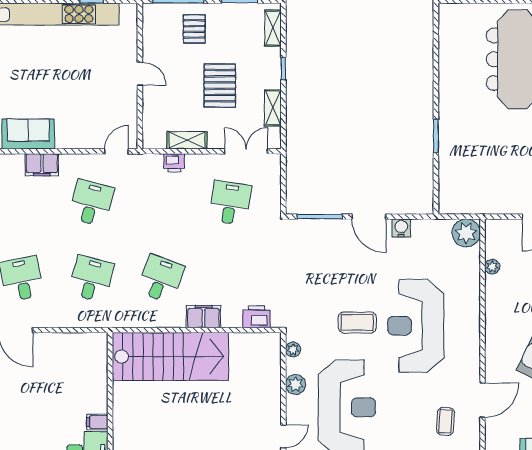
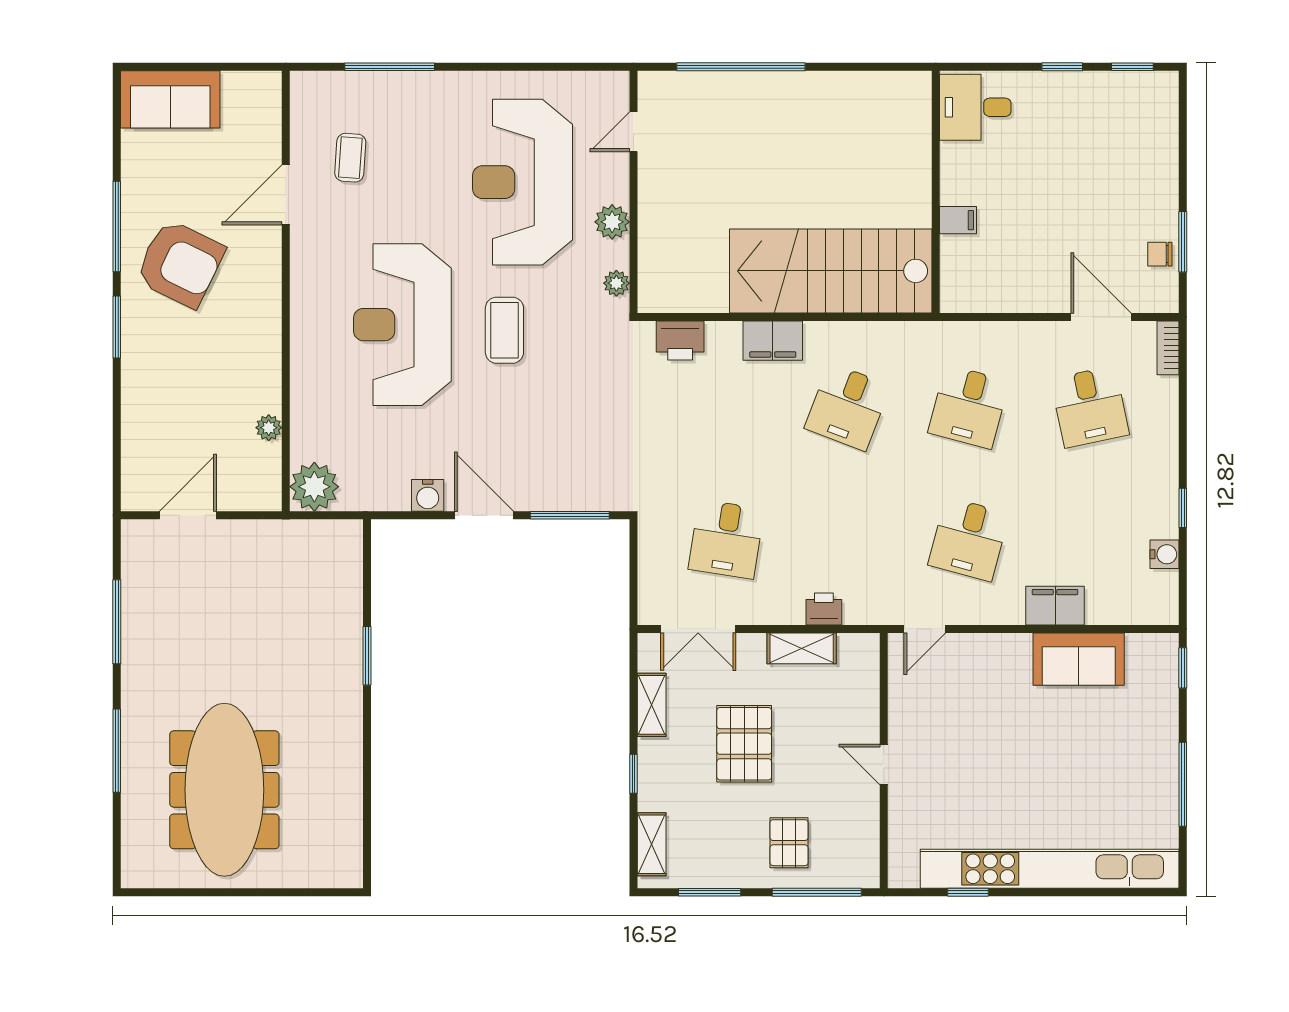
coffee table: (357, 323) -> (504, 330), turned 90
reception desk: (416, 326) -> (402, 325), turned 180
filing cabinet: (97, 422) -> (958, 220), moved

